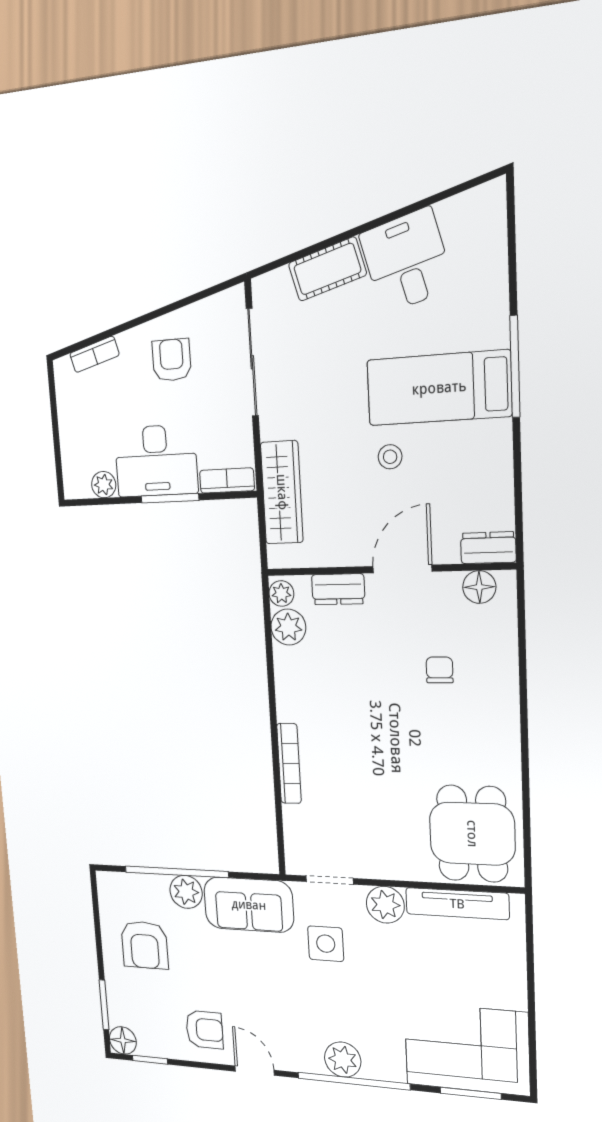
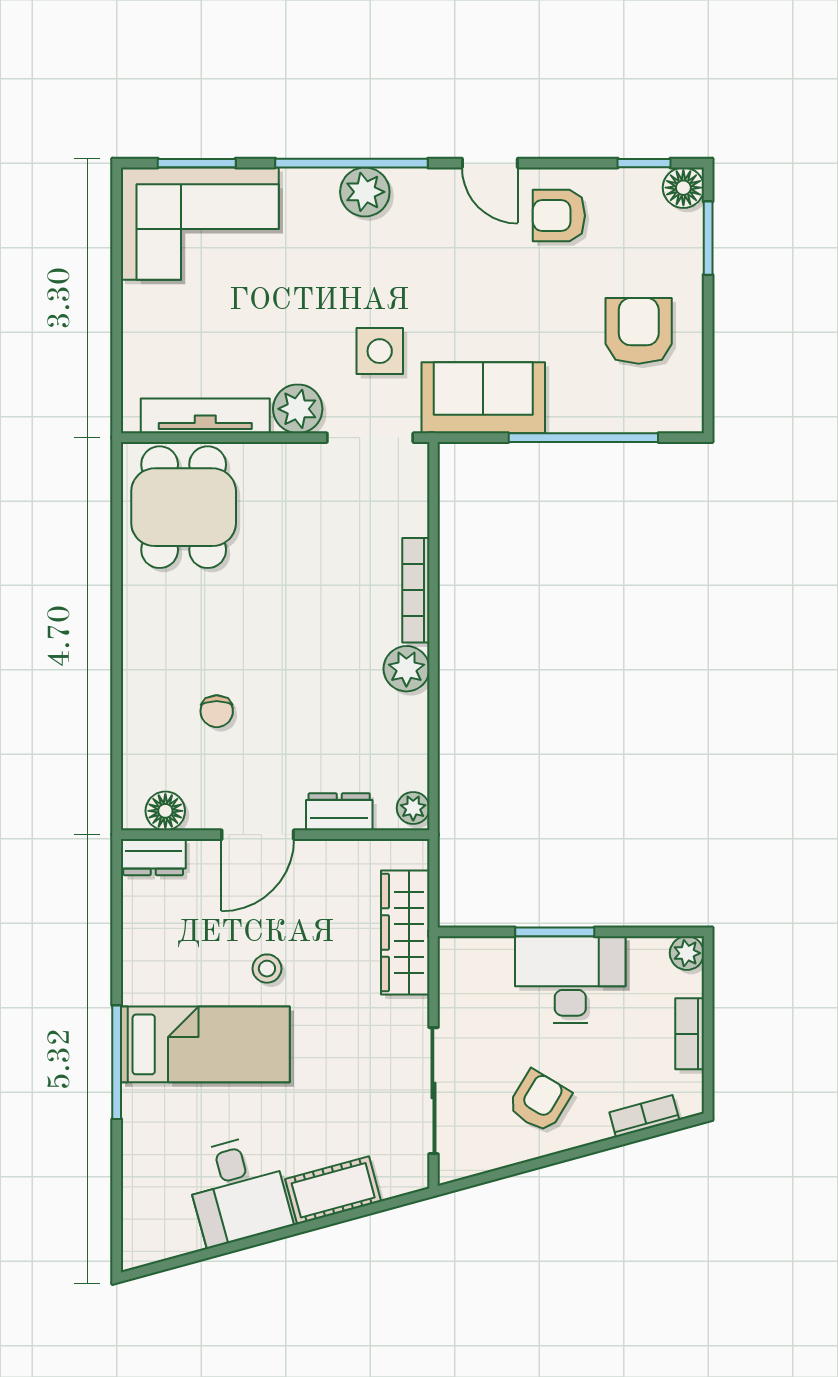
armchair: (172, 360) -> (539, 1101), turned -149
bookcase: (227, 481) -> (690, 1034), moved, turned 90
plant: (104, 485) -> (687, 953), moved
plant: (288, 627) -> (406, 669), moved
doorway: (329, 880) -> (370, 438), width x1.38
plant: (186, 892) -> (571, 410), removed

